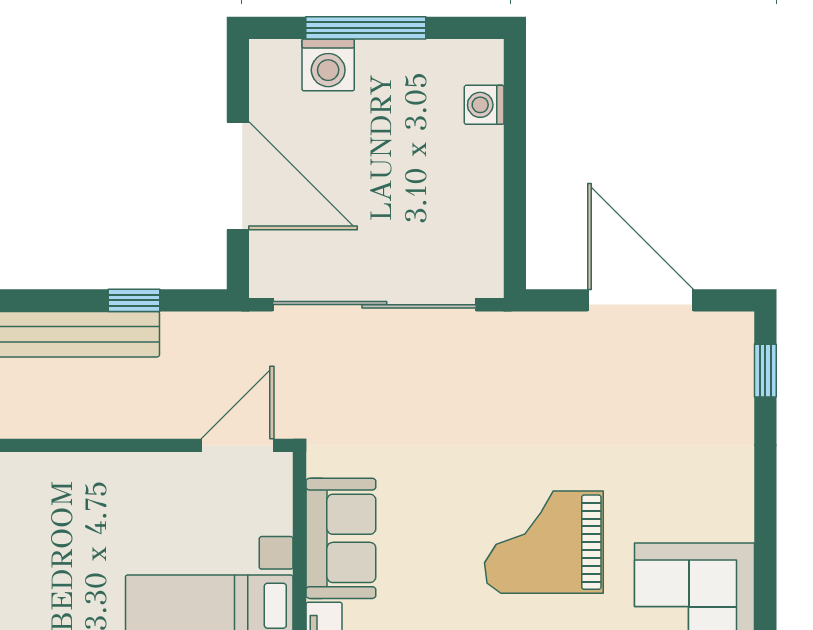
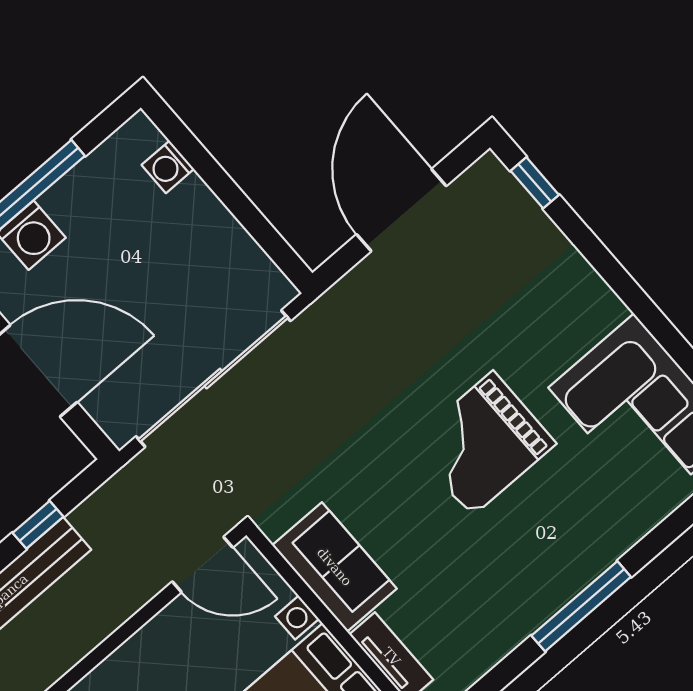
door: (640, 300) -> (401, 210), hinge flipped
door: (238, 445) -> (202, 565), swing flipped

